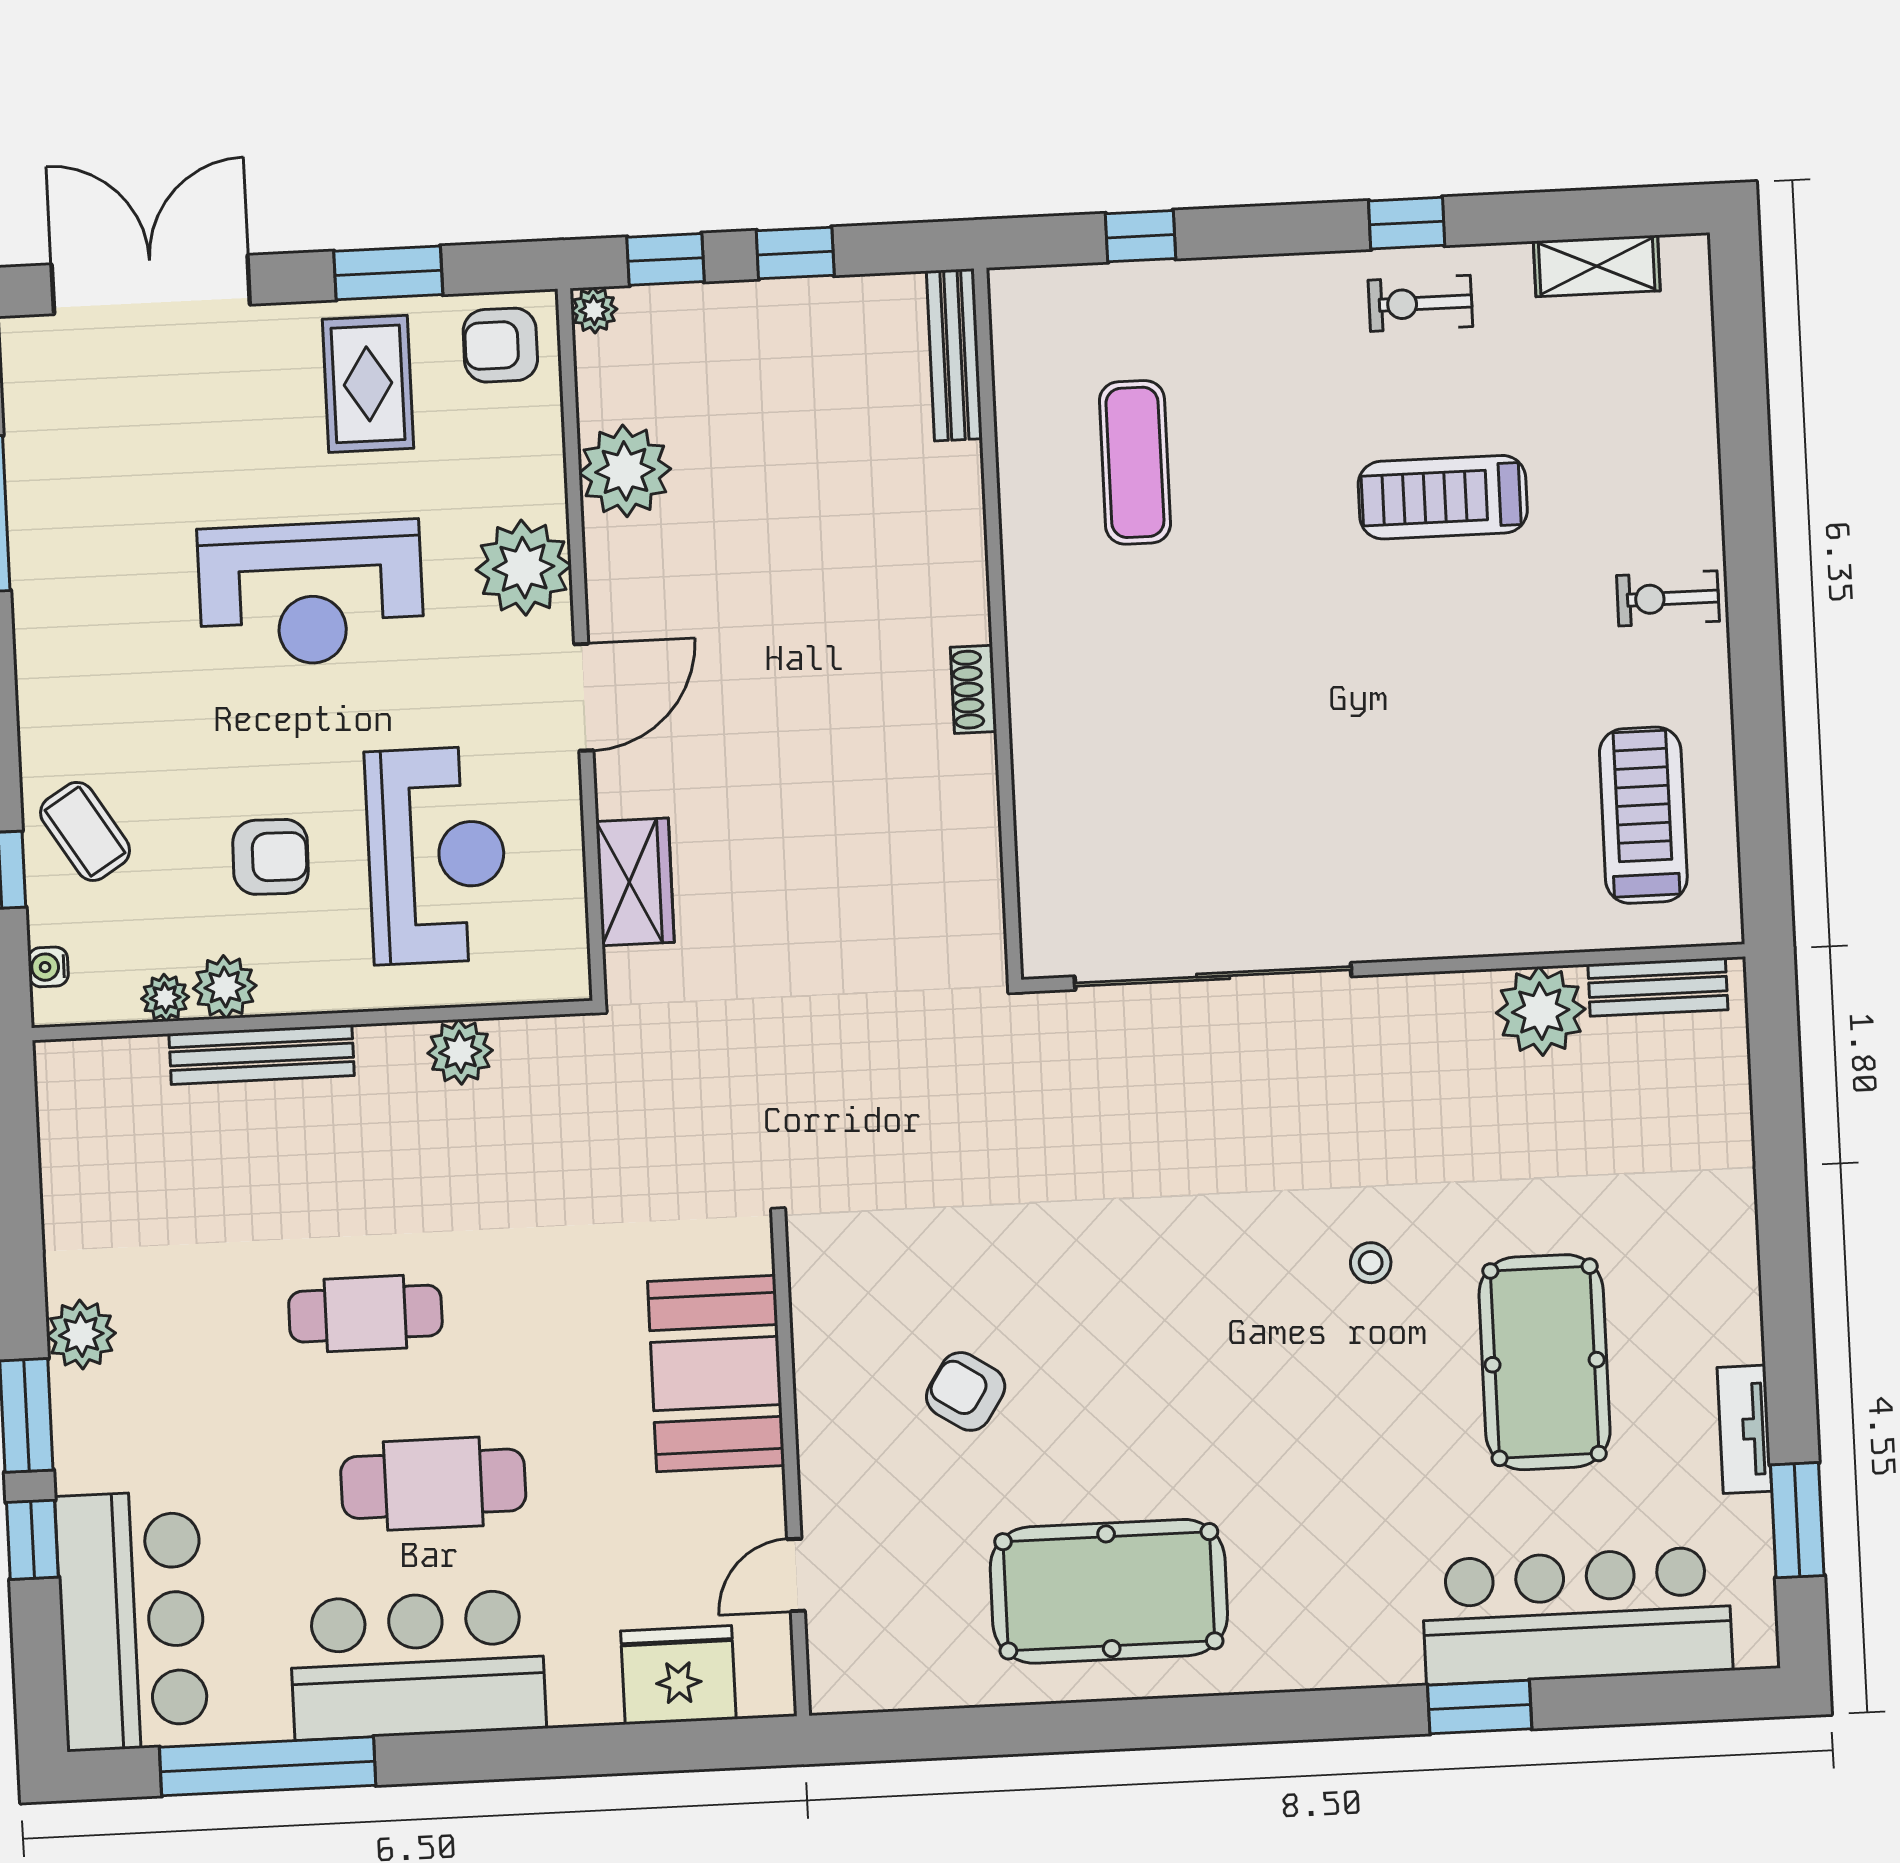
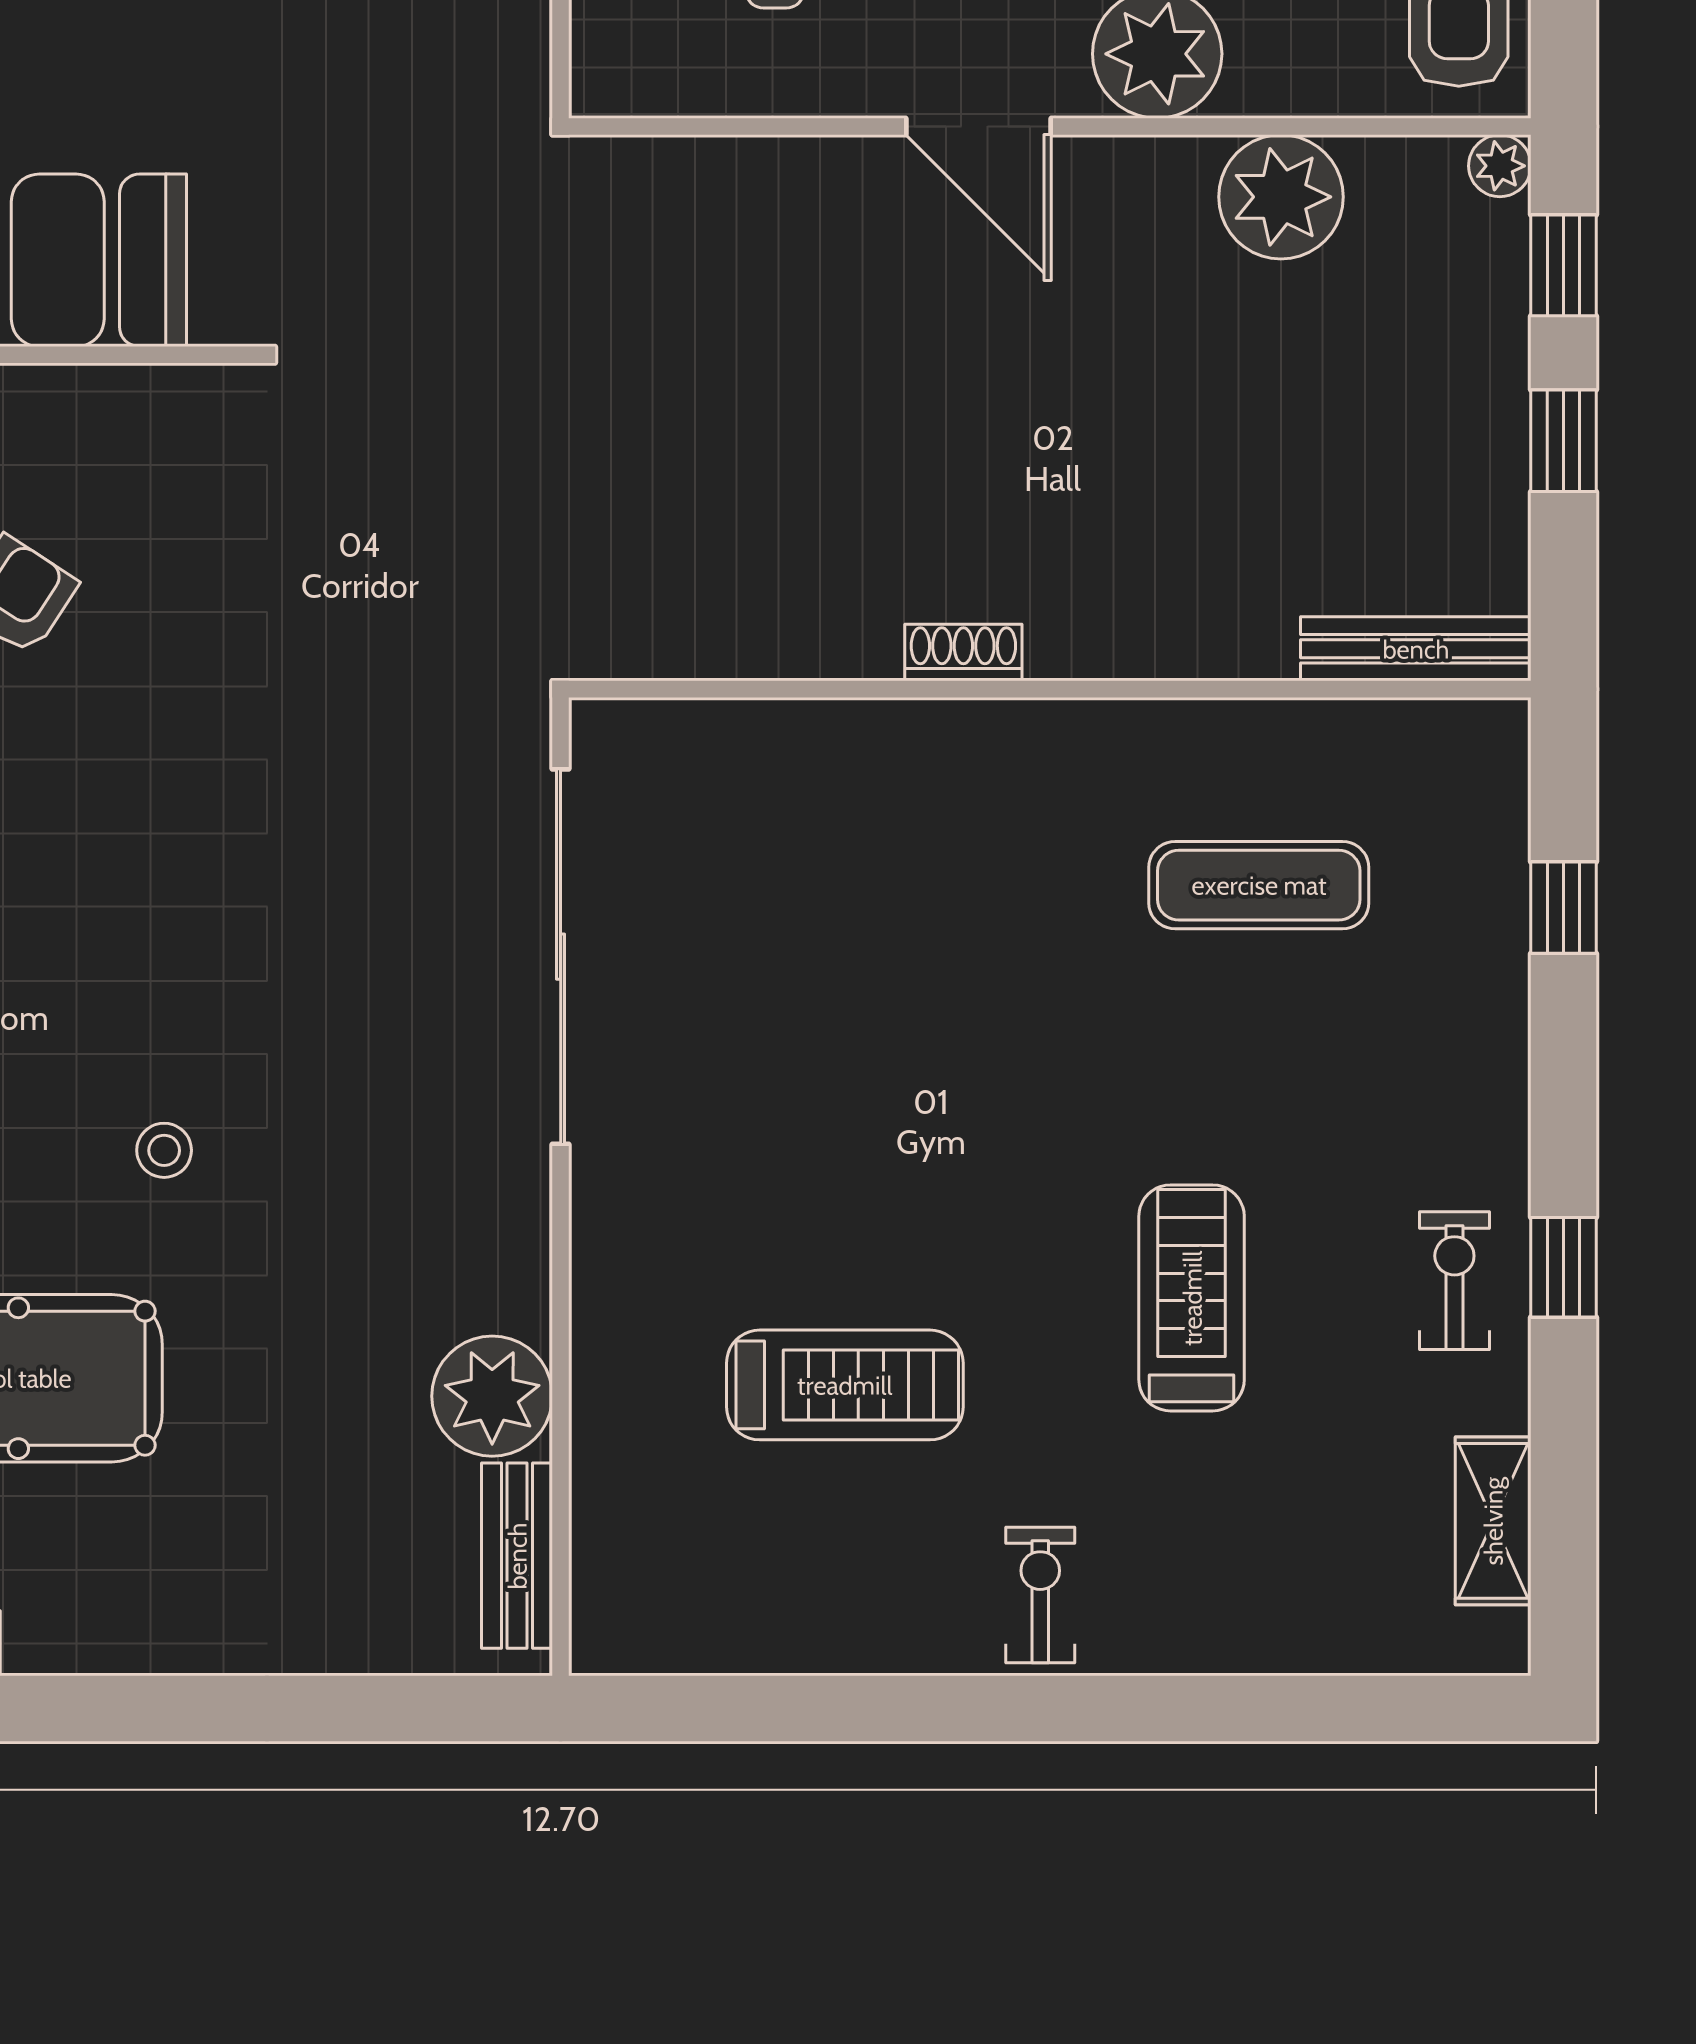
treadmill: (1643, 815) -> (845, 1385), moved
wardrobe: (635, 882) -> (726, 183), removed

